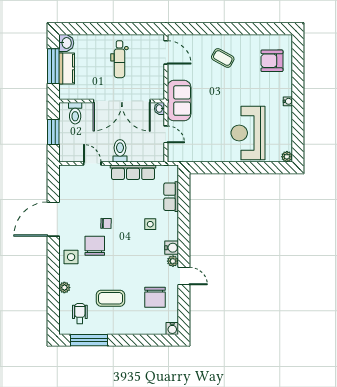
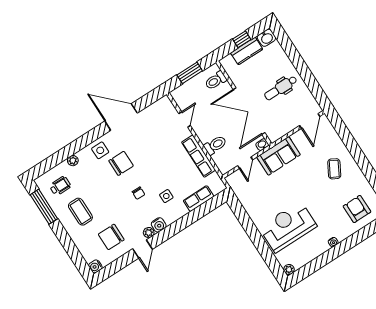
window: (53, 66) -> (242, 39), width x0.46
toilet: (120, 151) -> (215, 145), moved
chair: (106, 223) -> (138, 193), moved
coffee table: (111, 298) -> (80, 212), moved

